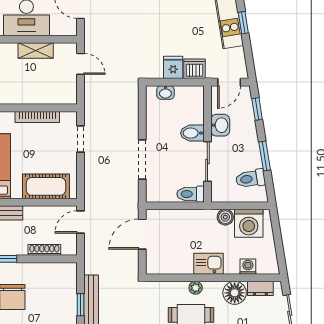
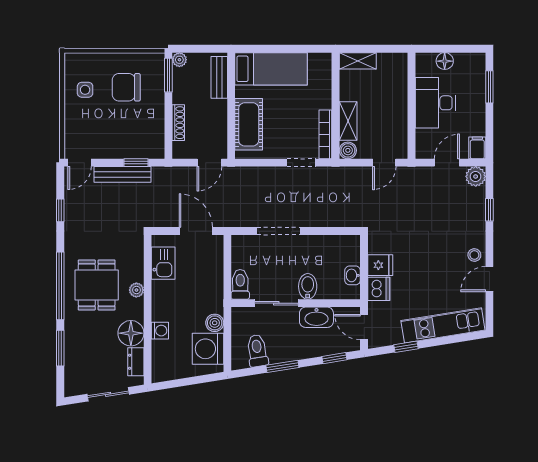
window: (243, 23) -> (406, 347), moved
shelving: (36, 51) -> (348, 121), moved
washbasin: (165, 93) -> (353, 275), moved
boiler: (69, 97) -> (348, 150), added
bookcase: (37, 117) -> (325, 134), moved
washbasin: (220, 125) -> (316, 317), width x1.38
door: (81, 222) -> (209, 163), swing flipped
kitchen sink: (209, 264) -> (163, 263), moved
washing machine: (248, 267) -> (160, 331), moved
window: (81, 305) -> (136, 163), moved

